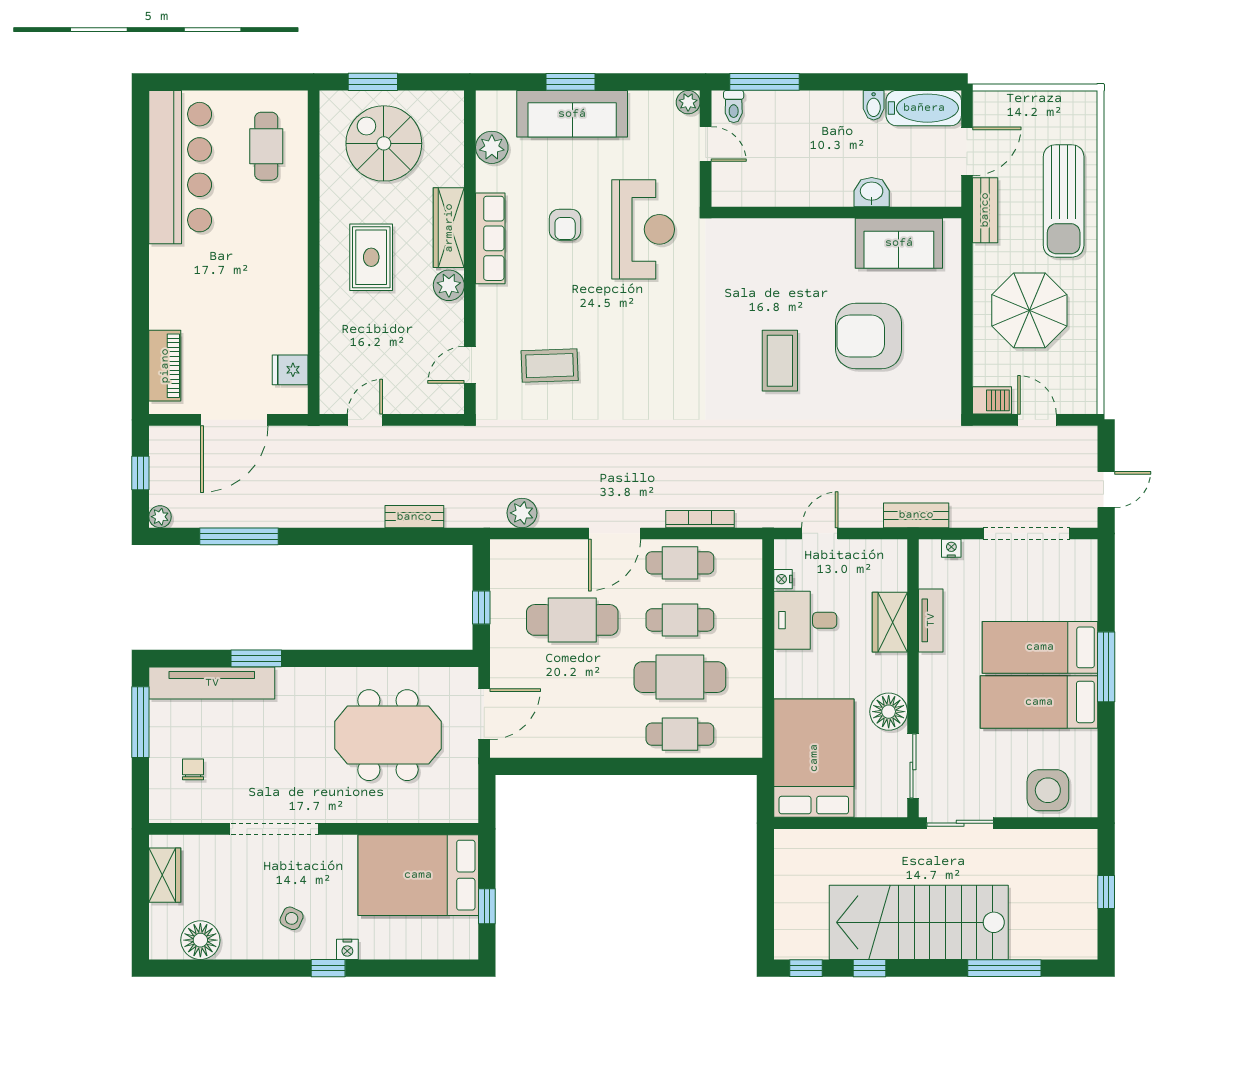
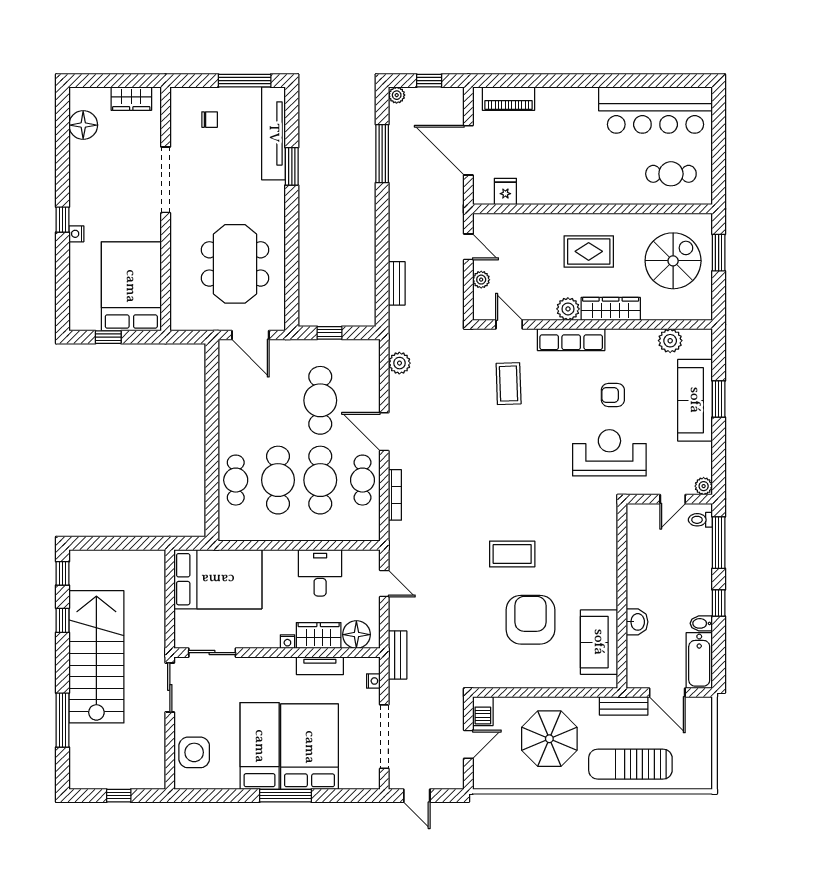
window: (846, 82) -> (719, 603), added
reception desk: (643, 229) -> (609, 453), turned 180
row of seats: (490, 238) -> (571, 340), moved
plant: (409, 403) -> (481, 280), added
nightstand: (783, 579) -> (287, 642), moved, turned 180
cafe table: (680, 620) -> (320, 480), width x1.37, depth x1.35
bed: (1040, 647) -> (310, 747), width x1.50
floor lamp: (889, 712) -> (356, 635), moved
side table: (292, 918) -> (99, 193), removed

